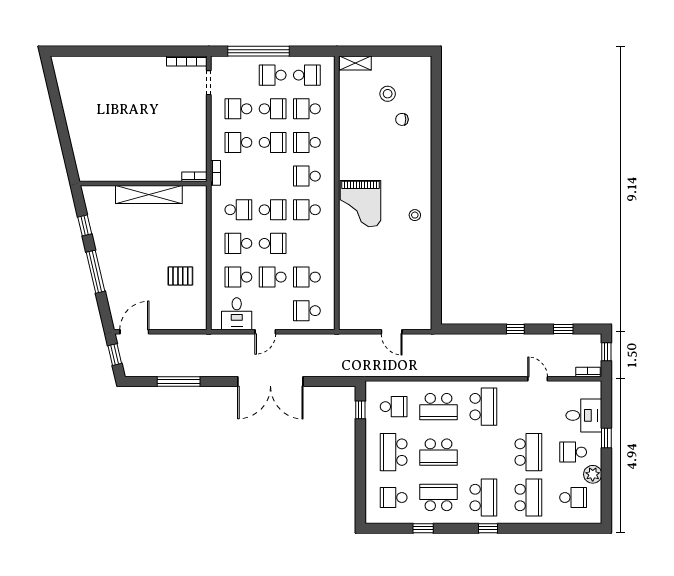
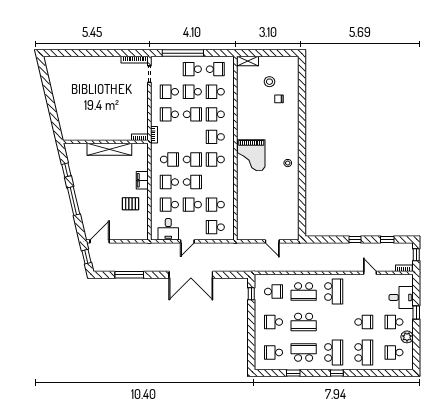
school desk: (273, 109) -> (192, 92), turned 180
filing cabinet: (198, 241) -> (142, 180), added
school desk: (394, 452) -> (274, 322), width x0.54
school desk: (528, 452) -> (364, 322), width x0.54
school desk: (573, 498) -> (394, 352), turned 180

